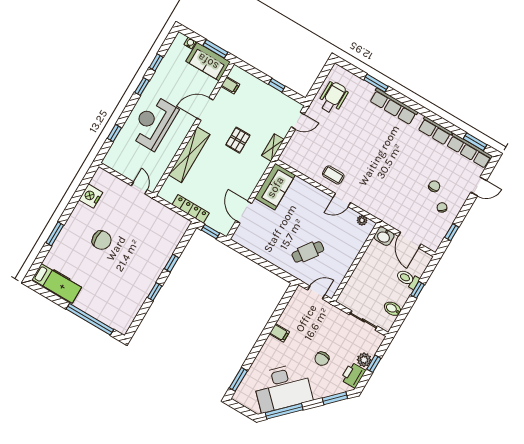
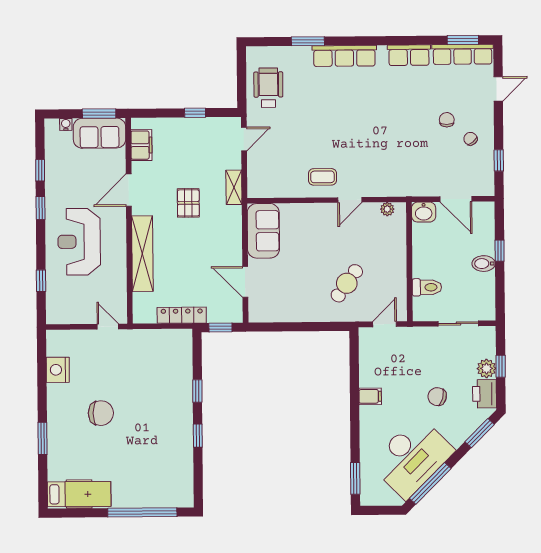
filing cabinet: (230, 85) -> (141, 145), width x2.00
toilet: (408, 279) -> (427, 287), moved, turned 180
bidet: (393, 309) -> (484, 264), moved
chair: (322, 359) -> (437, 397), turned 105

